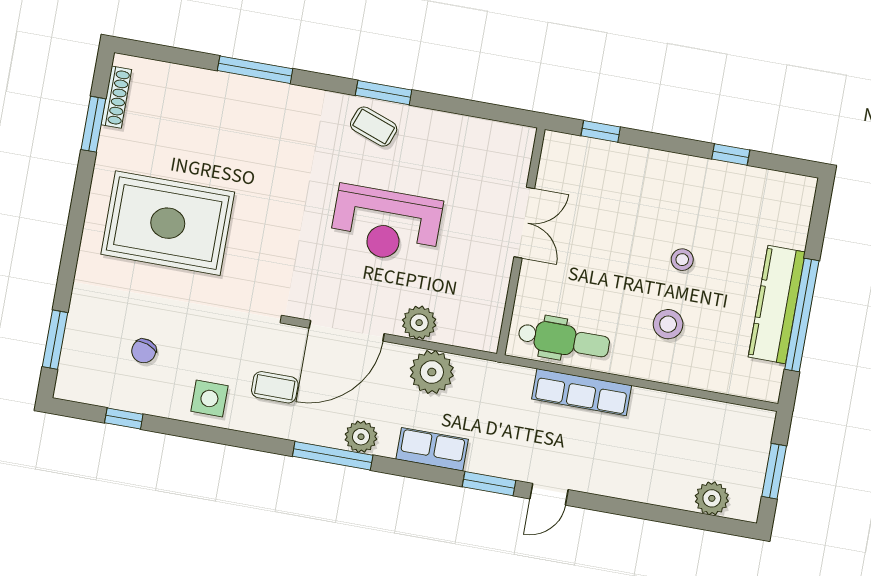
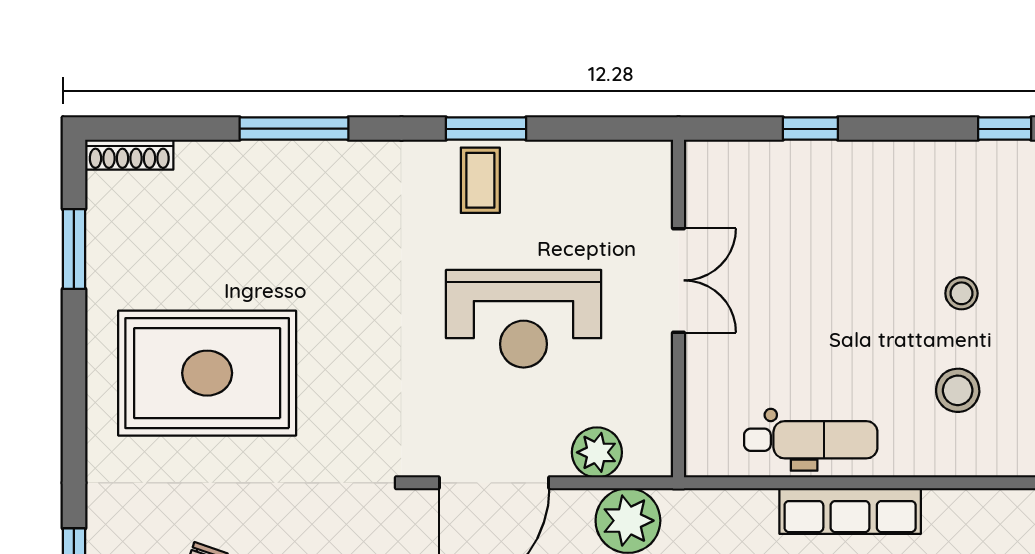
shoe rack: (116, 97) -> (129, 155), moved, turned 90
coffee table: (374, 127) -> (480, 180), turned 70
double door: (524, 223) -> (679, 280), moved
wall: (521, 241) -> (679, 309), moved

